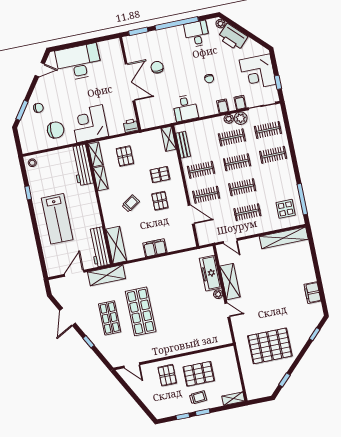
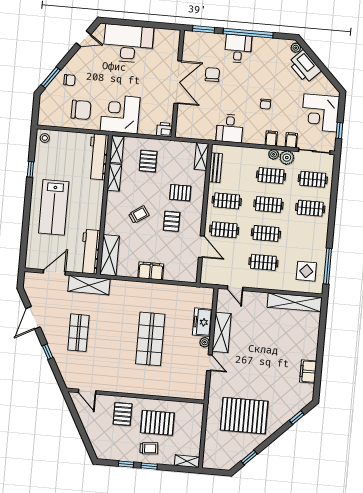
desk: (197, 34) -> (238, 49), moved
freezer: (210, 273) -> (203, 322), width x0.71
shop shelf: (141, 311) -> (150, 339), moved

